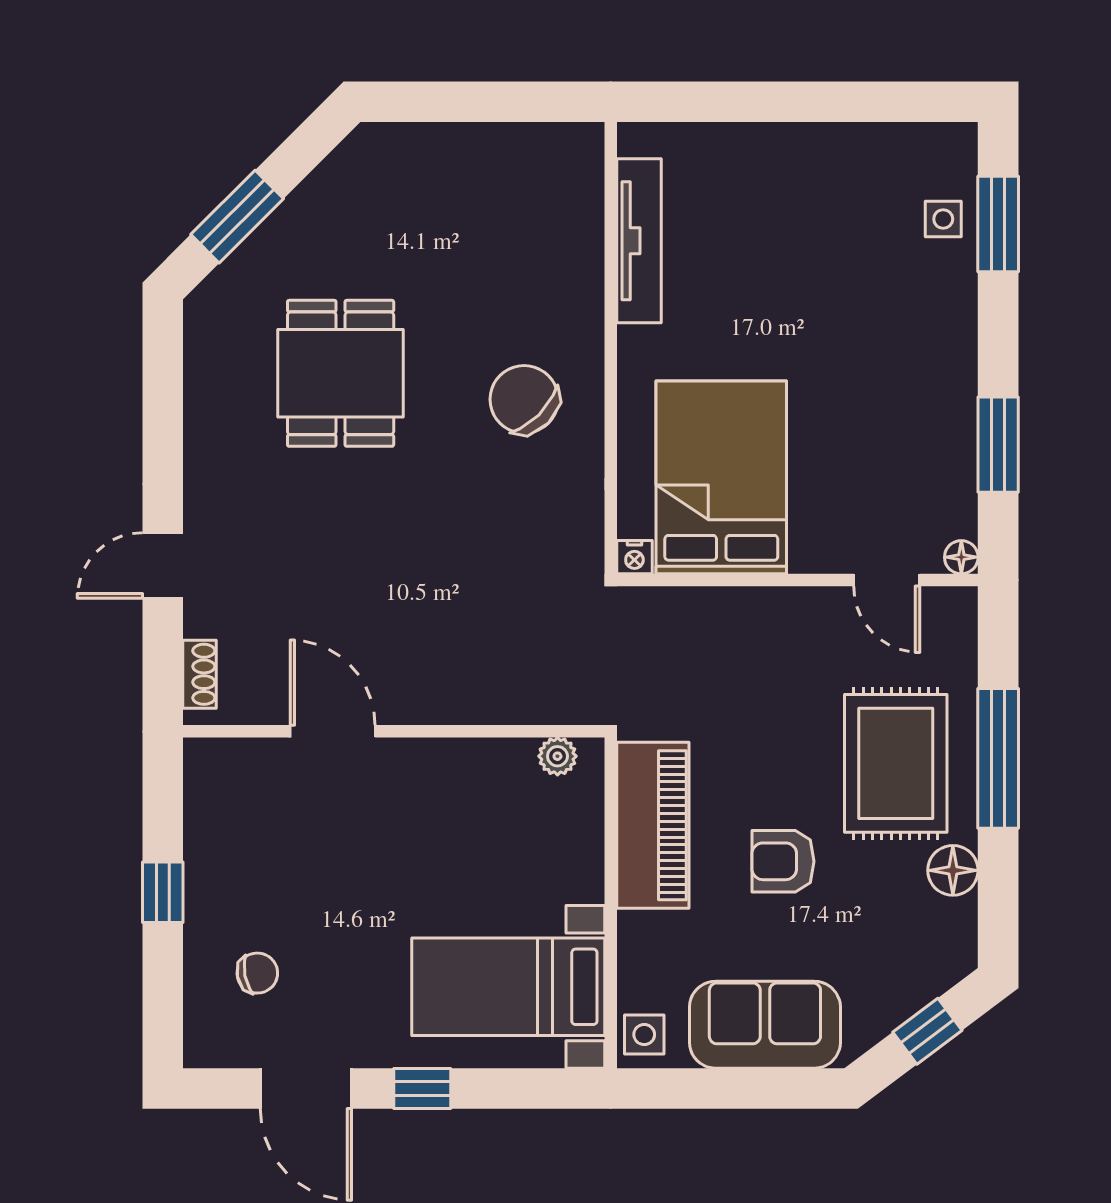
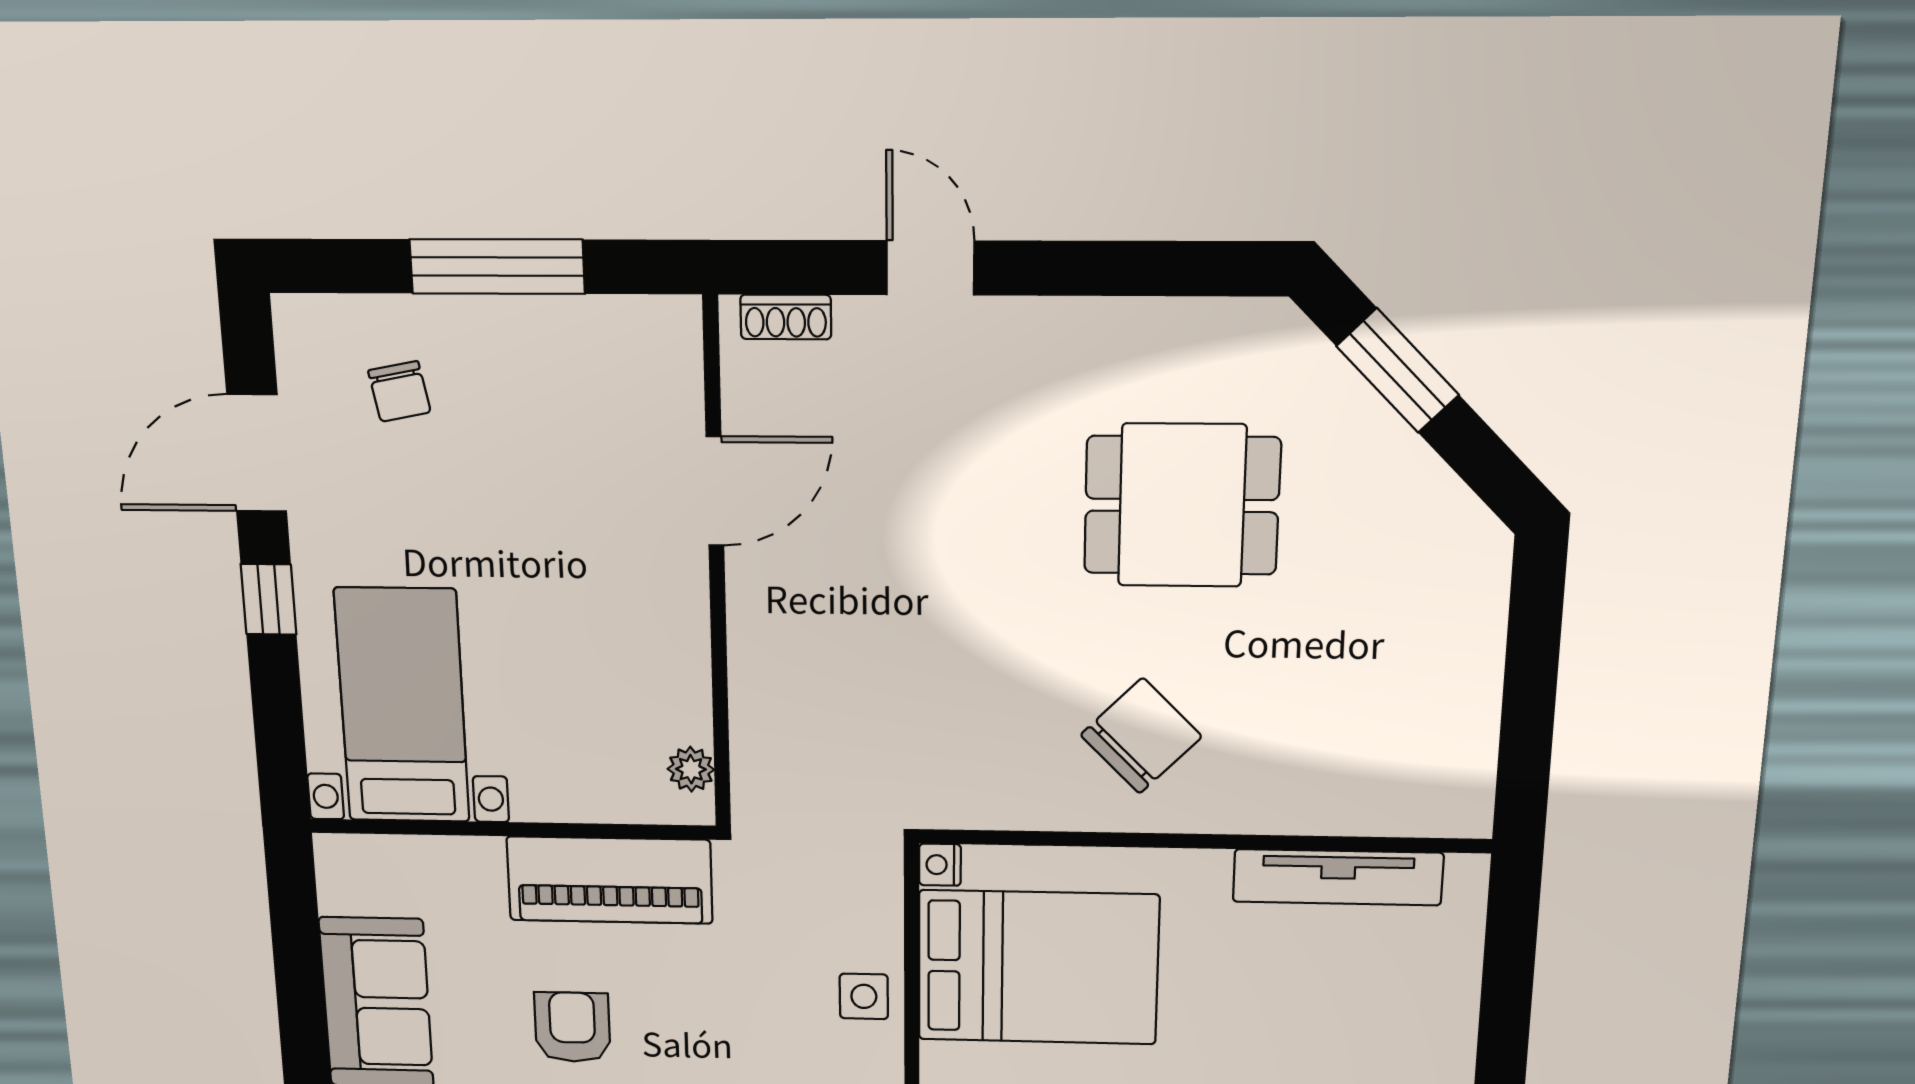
window: (163, 892) -> (497, 267), width x2.17
side table: (644, 1035) -> (864, 996), moved

